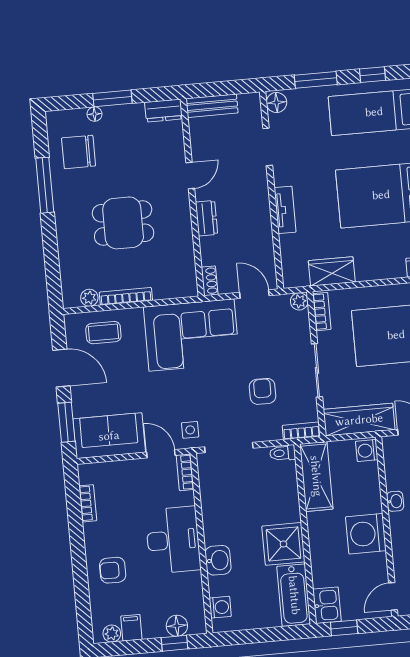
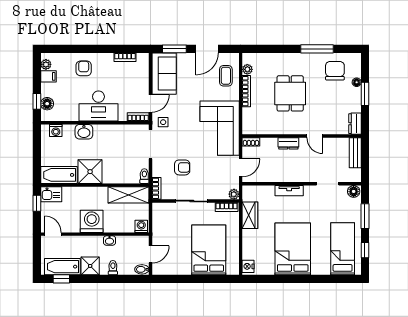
wardrobe: (359, 420) -> (160, 223), removed

